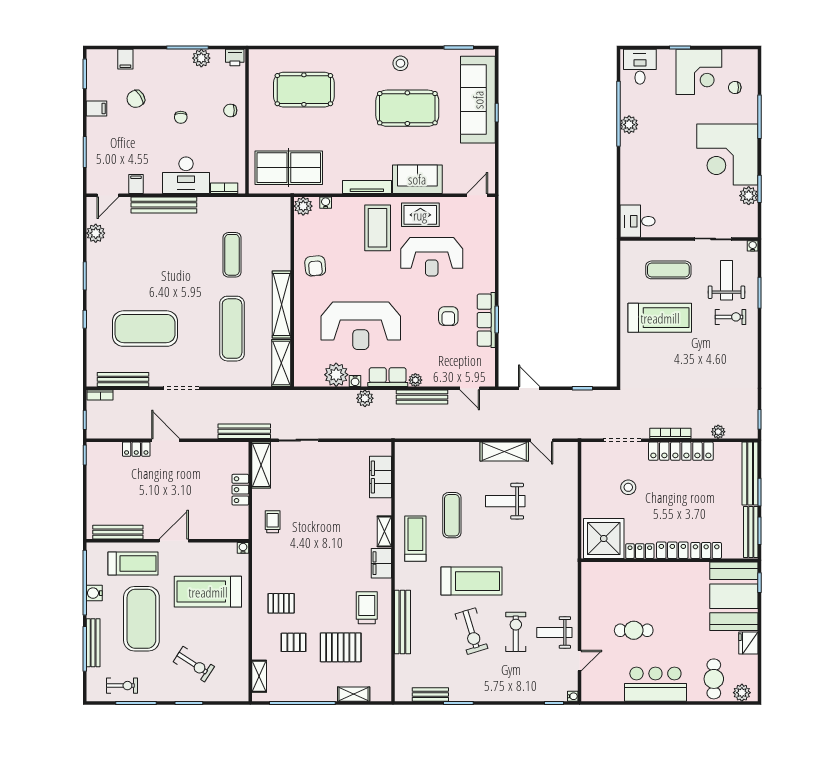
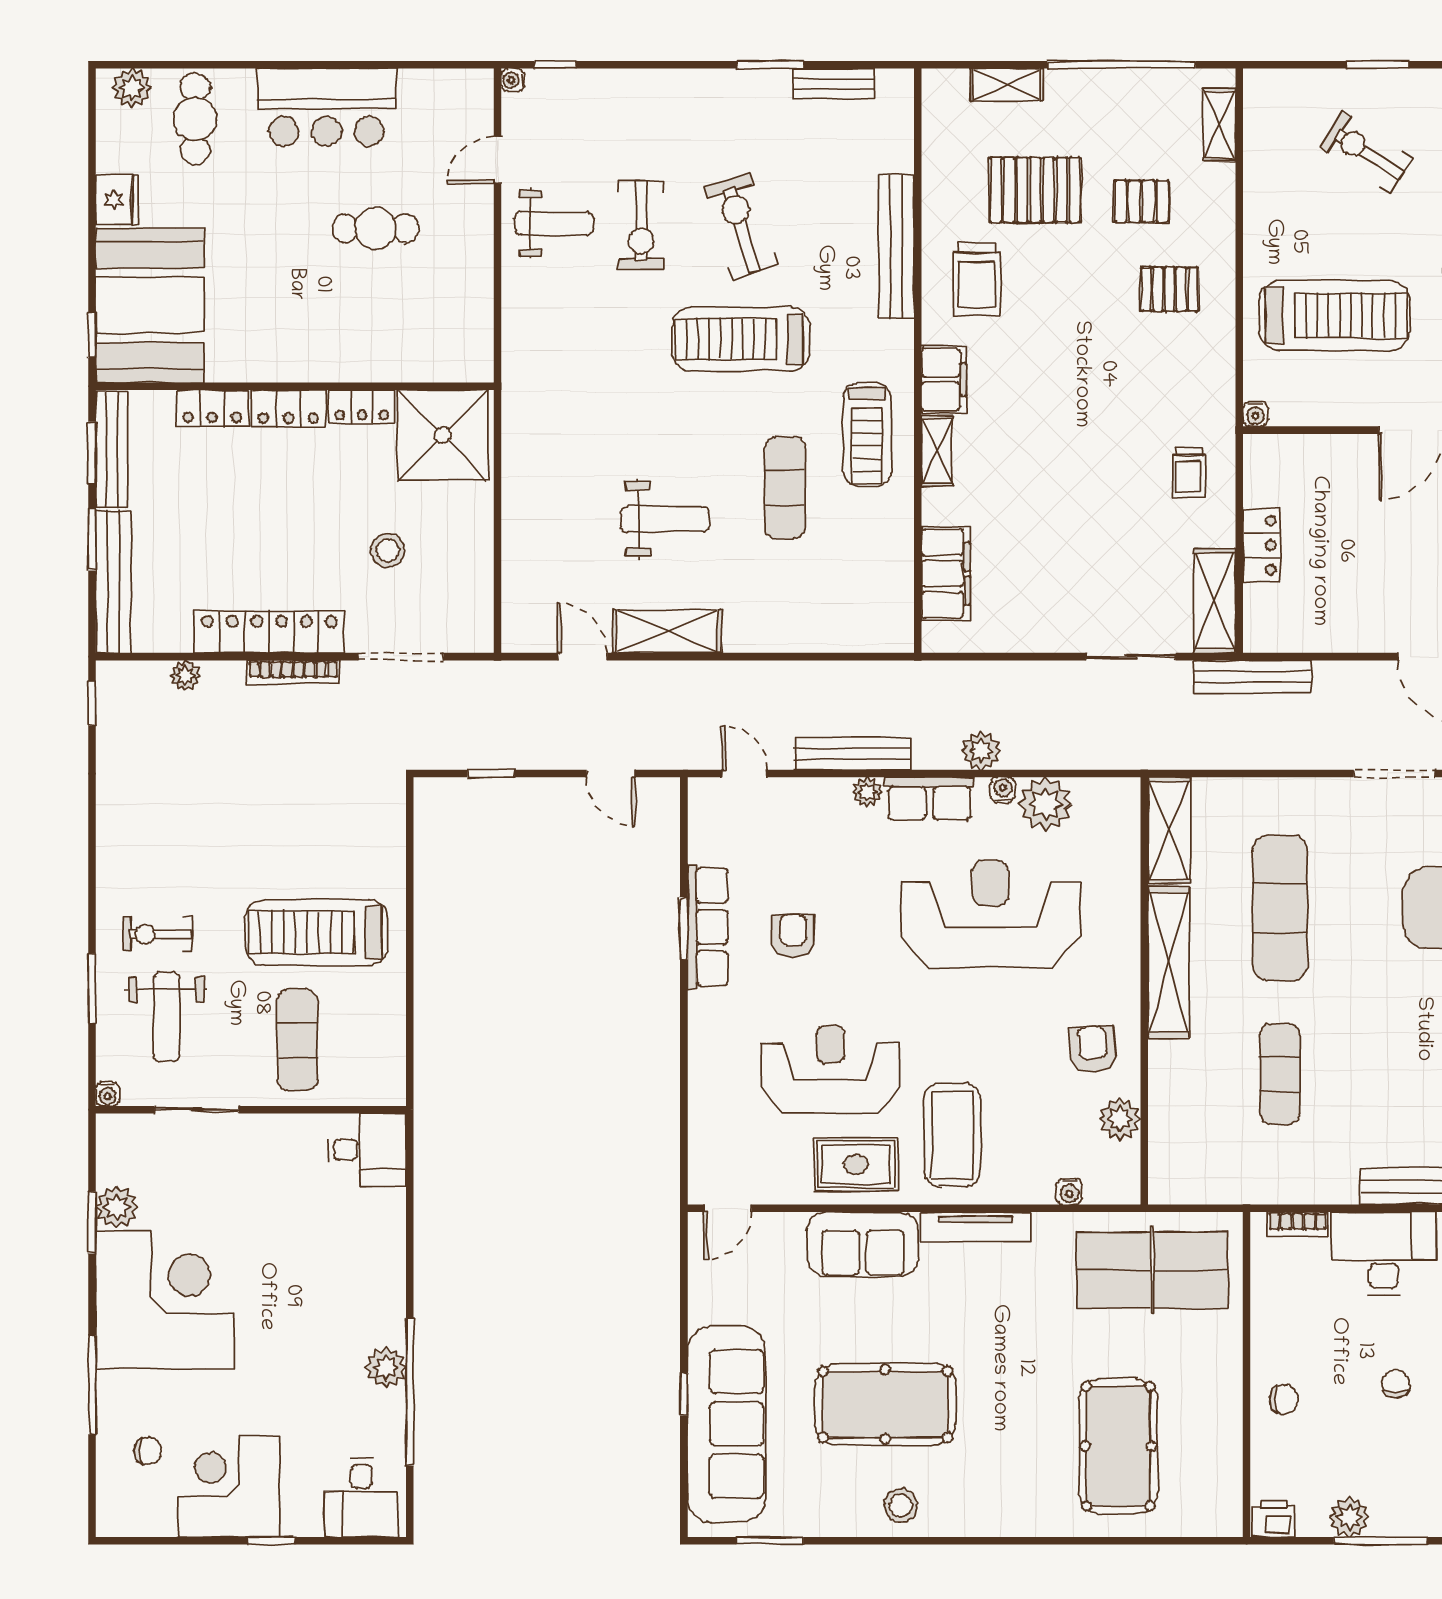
pool table: (304, 90) -> (1118, 1446), turned 90
plant: (303, 206) -> (1120, 1119), moved
exercise mat: (668, 270) -> (297, 1040), turned 90

